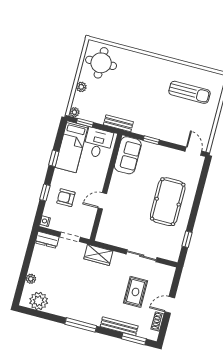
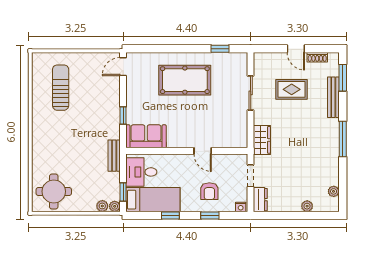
plant: (81, 87) -> (102, 206), moved
plant: (39, 301) -> (334, 191), width x0.53, depth x0.53

